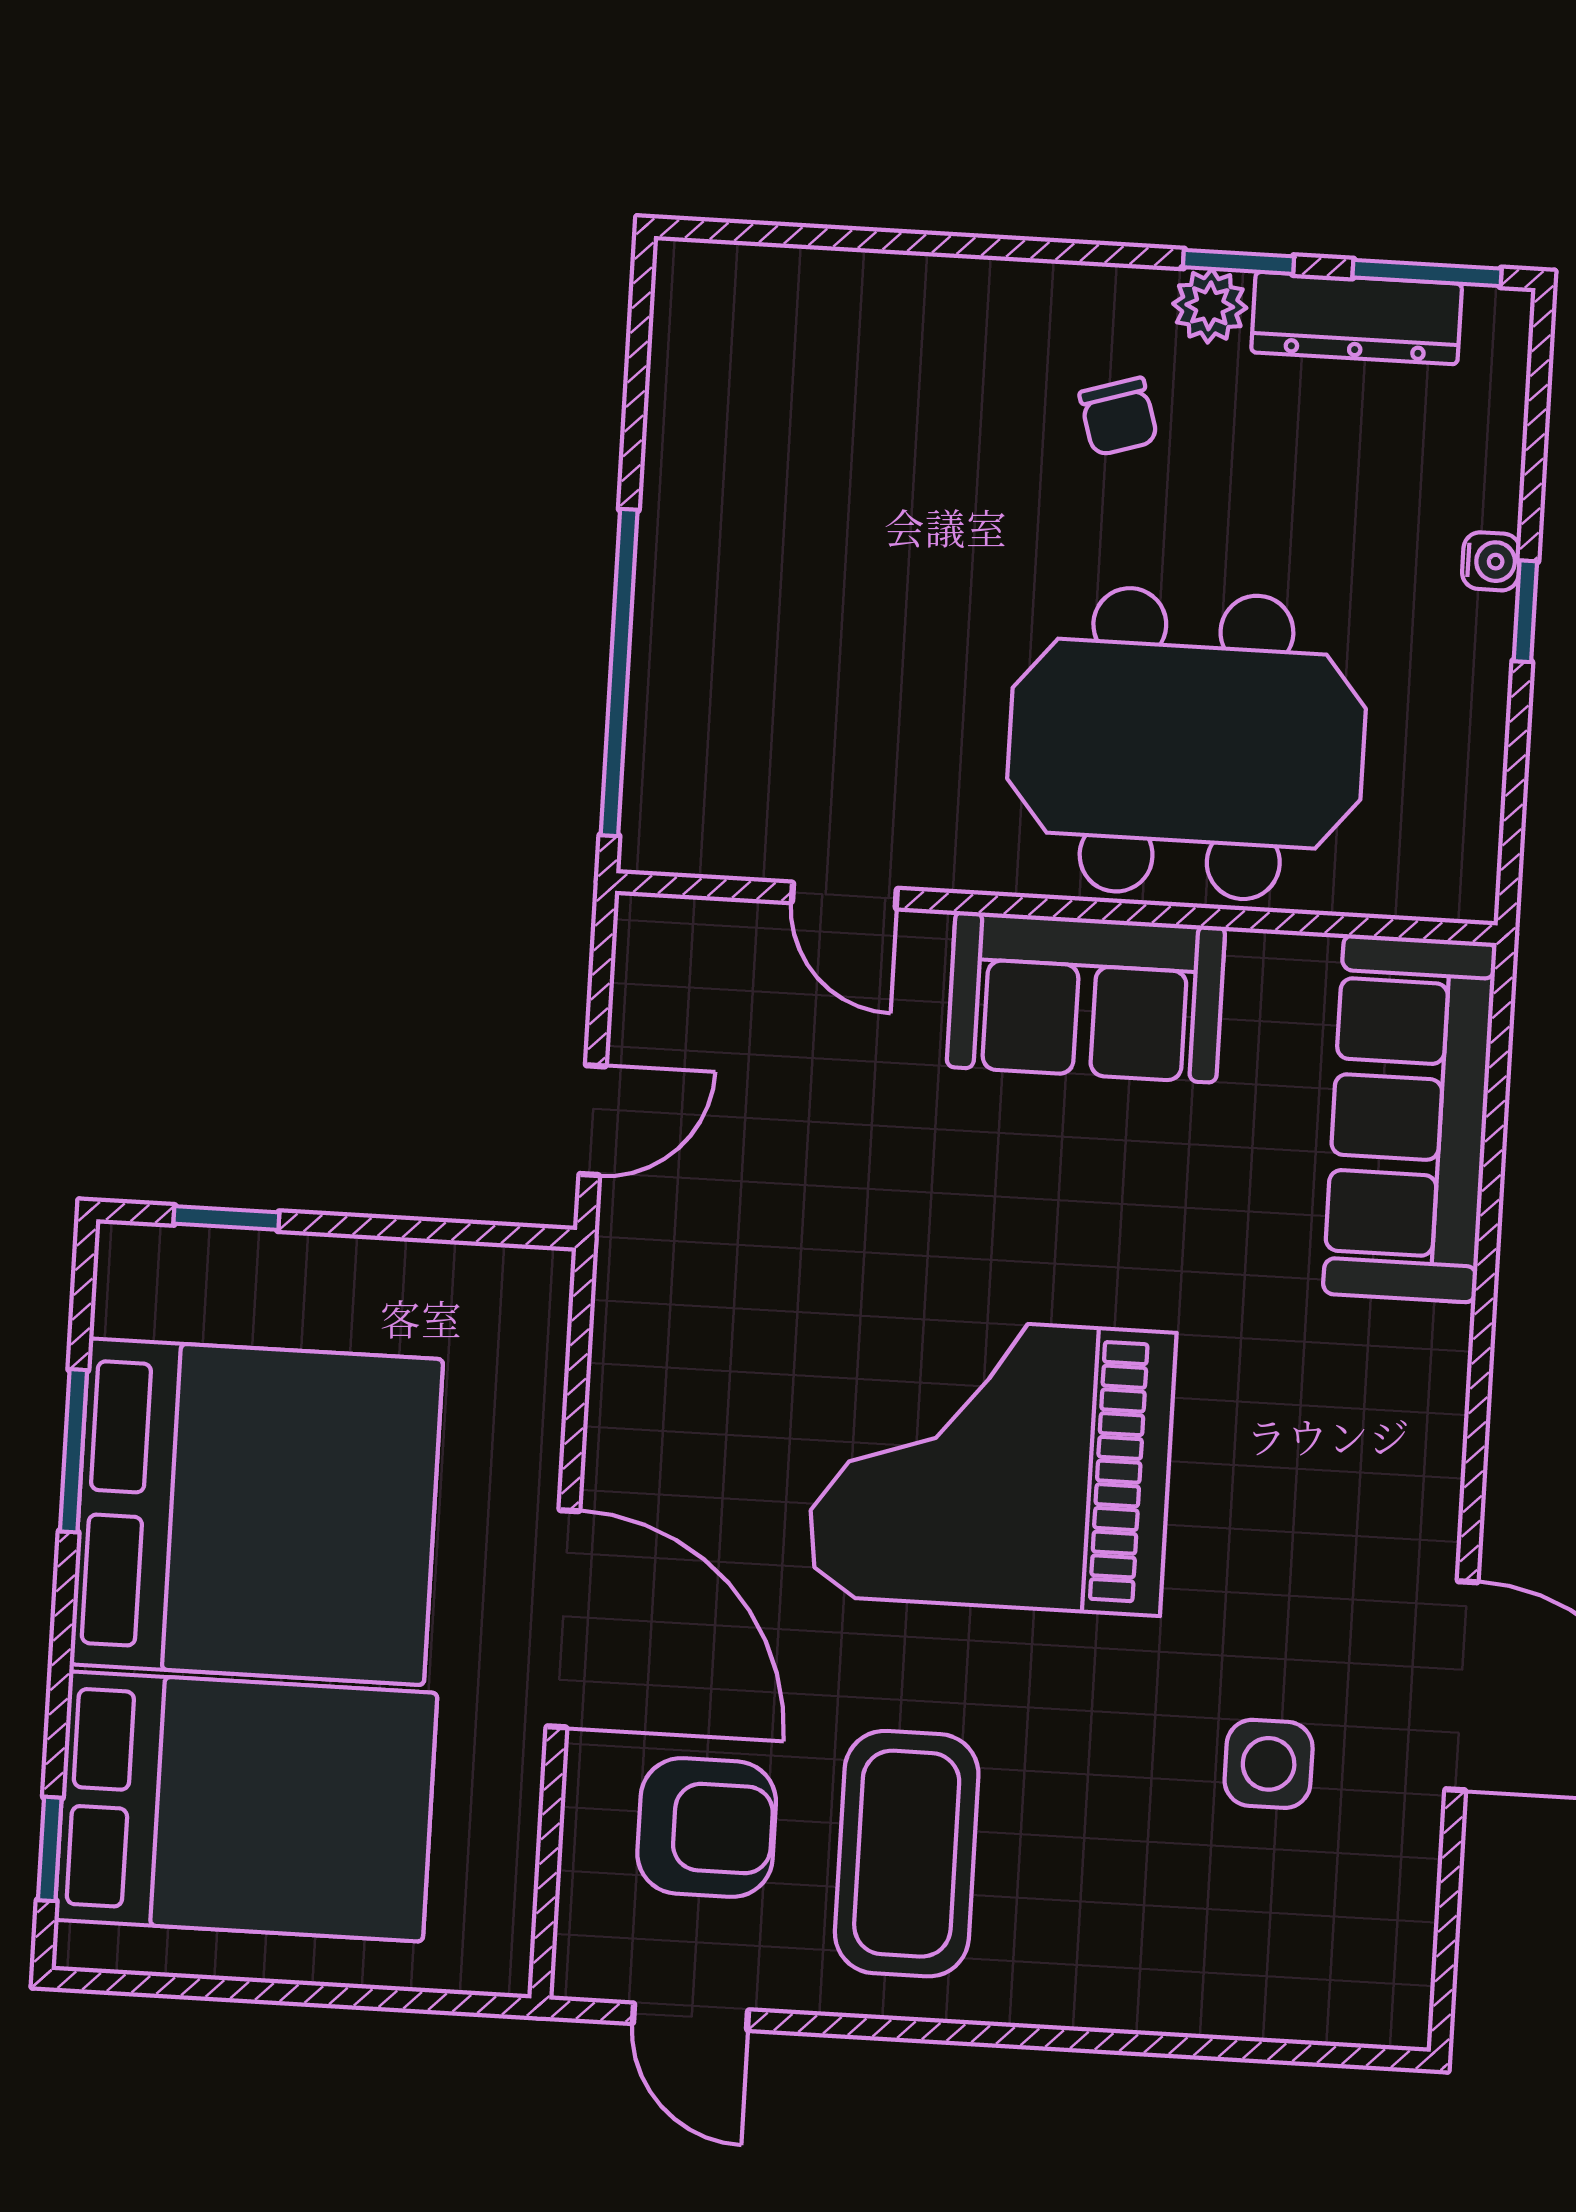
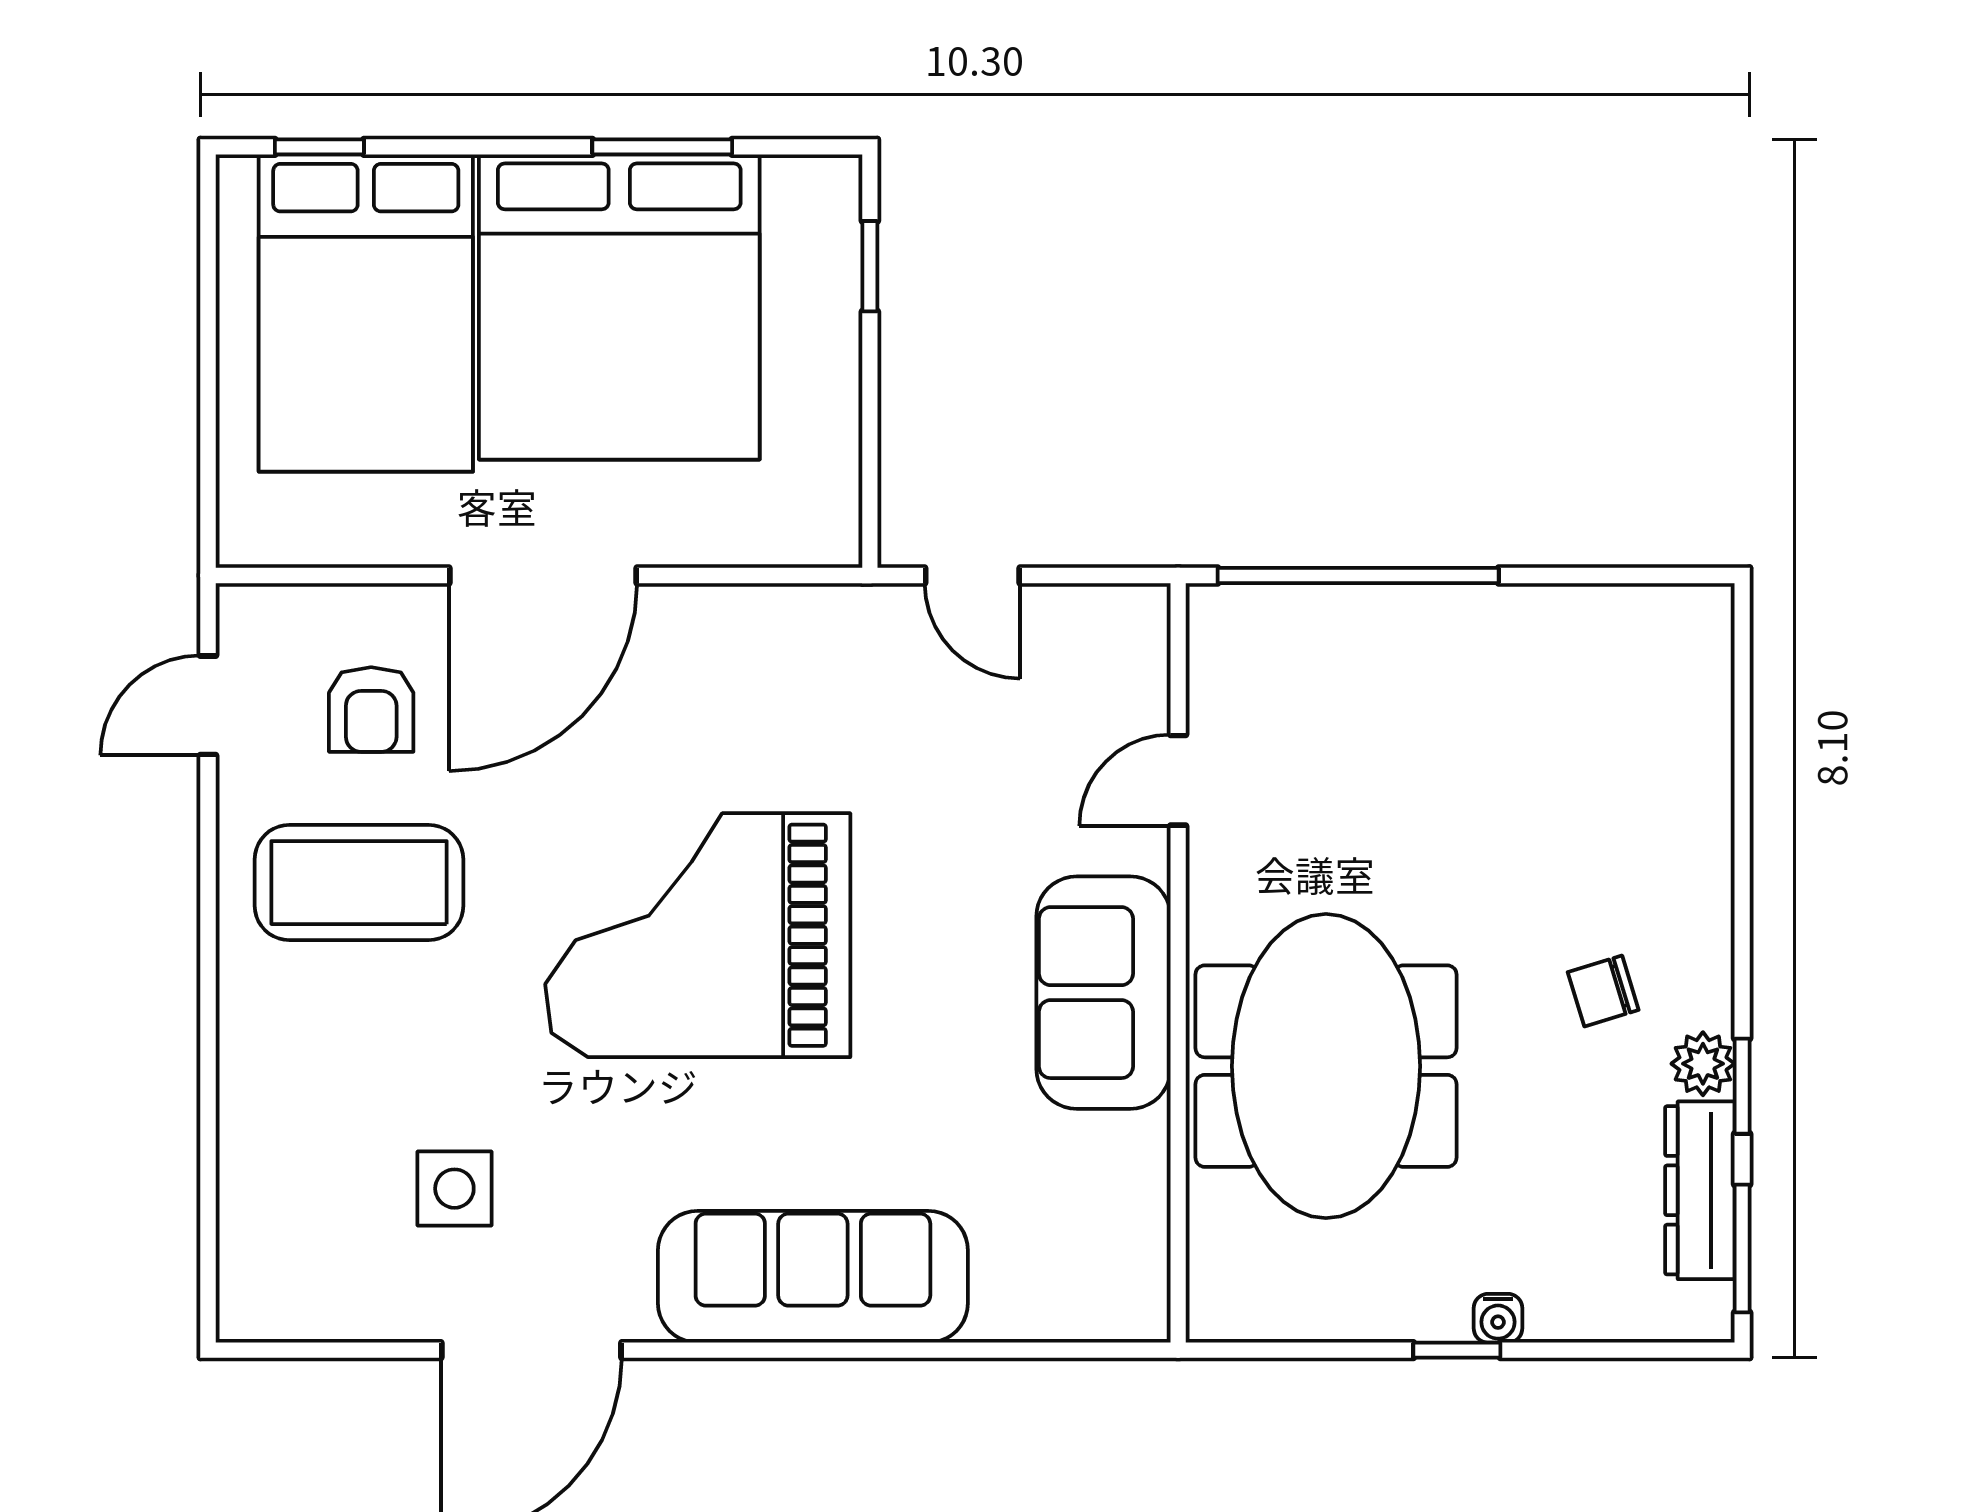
sofa: (1410, 1118) -> (813, 1277), moved
grand piano: (991, 1464) -> (698, 935), turned -90
armchair: (707, 1828) -> (371, 709), width x0.72, depth x0.72

